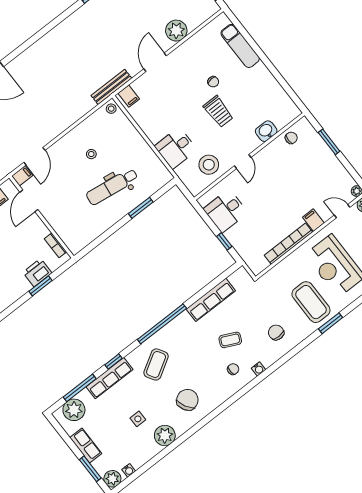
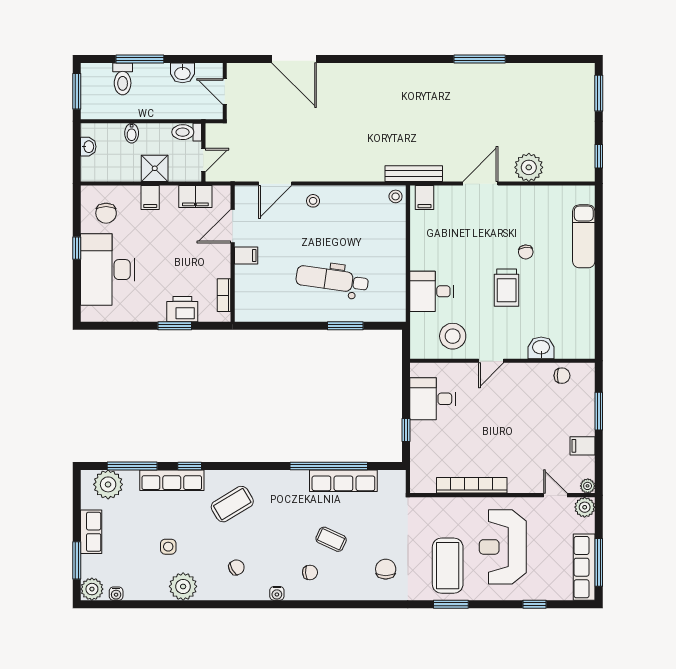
stool: (91, 154) -> (313, 201), moved
filing cabinet: (22, 176) -> (246, 255), moved
filing cabinet: (313, 220) -> (582, 446), moved, turned -90
window: (162, 324) -> (329, 466), moved
water cooler: (259, 369) -> (277, 593), moved
chair: (187, 400) -> (236, 567), width x0.54, depth x0.54

